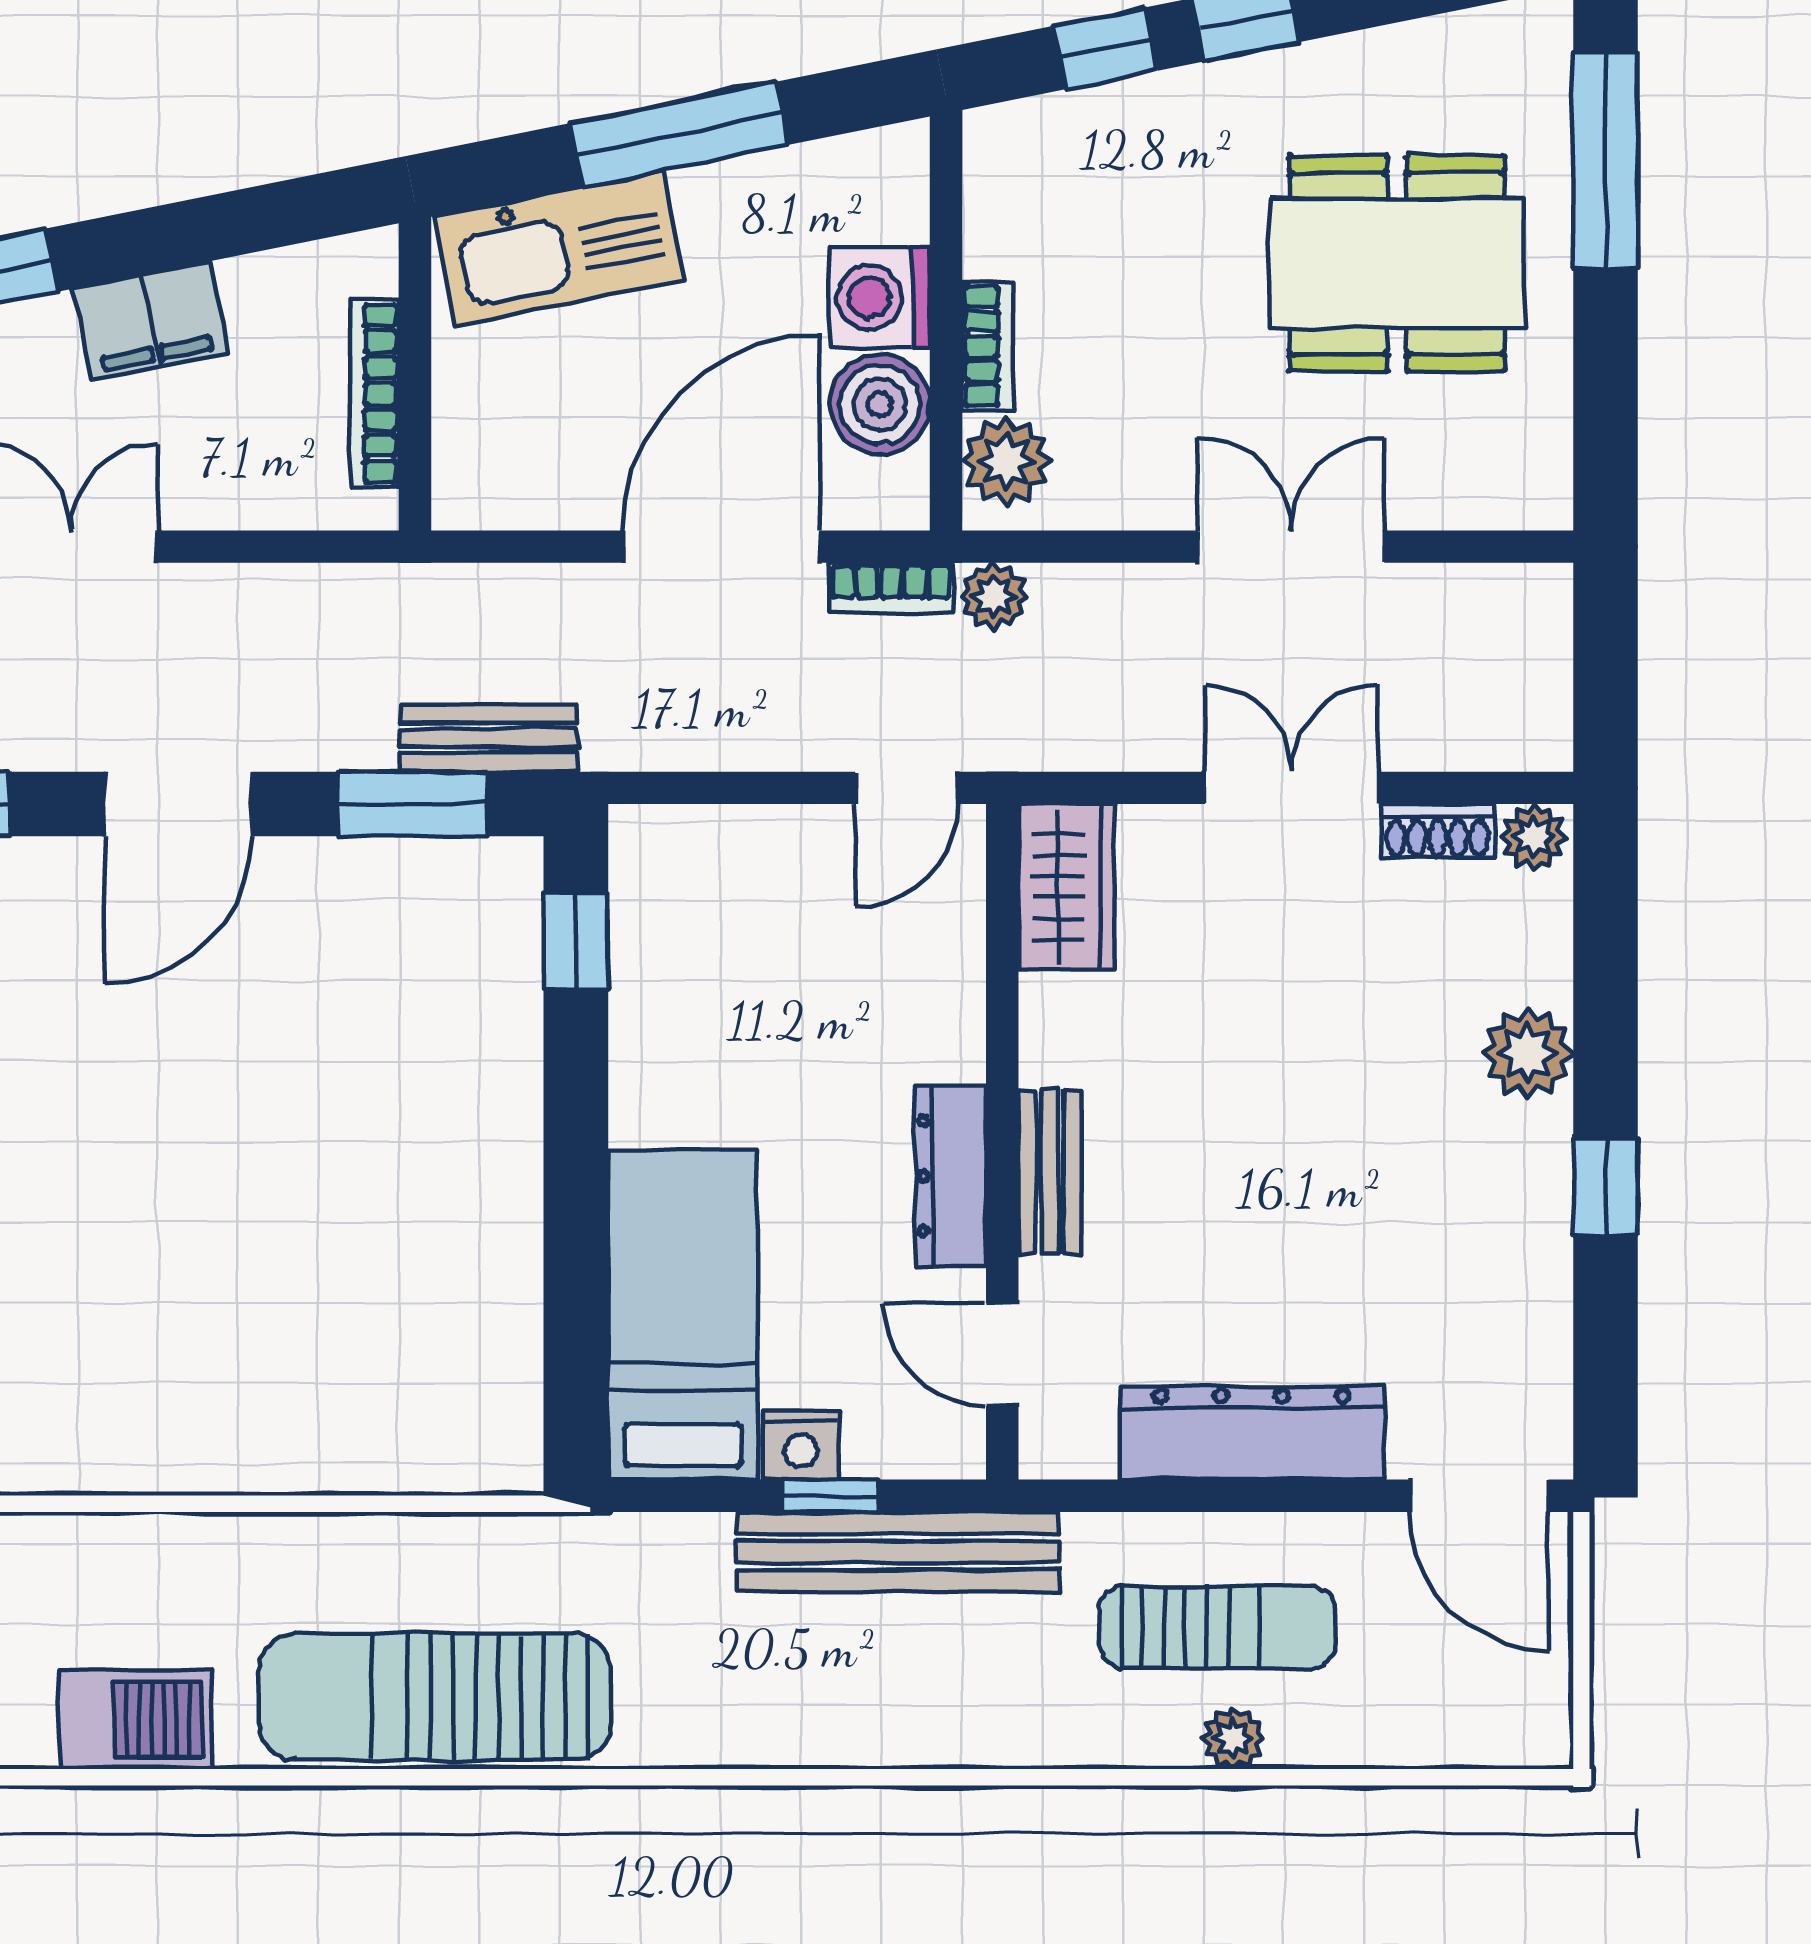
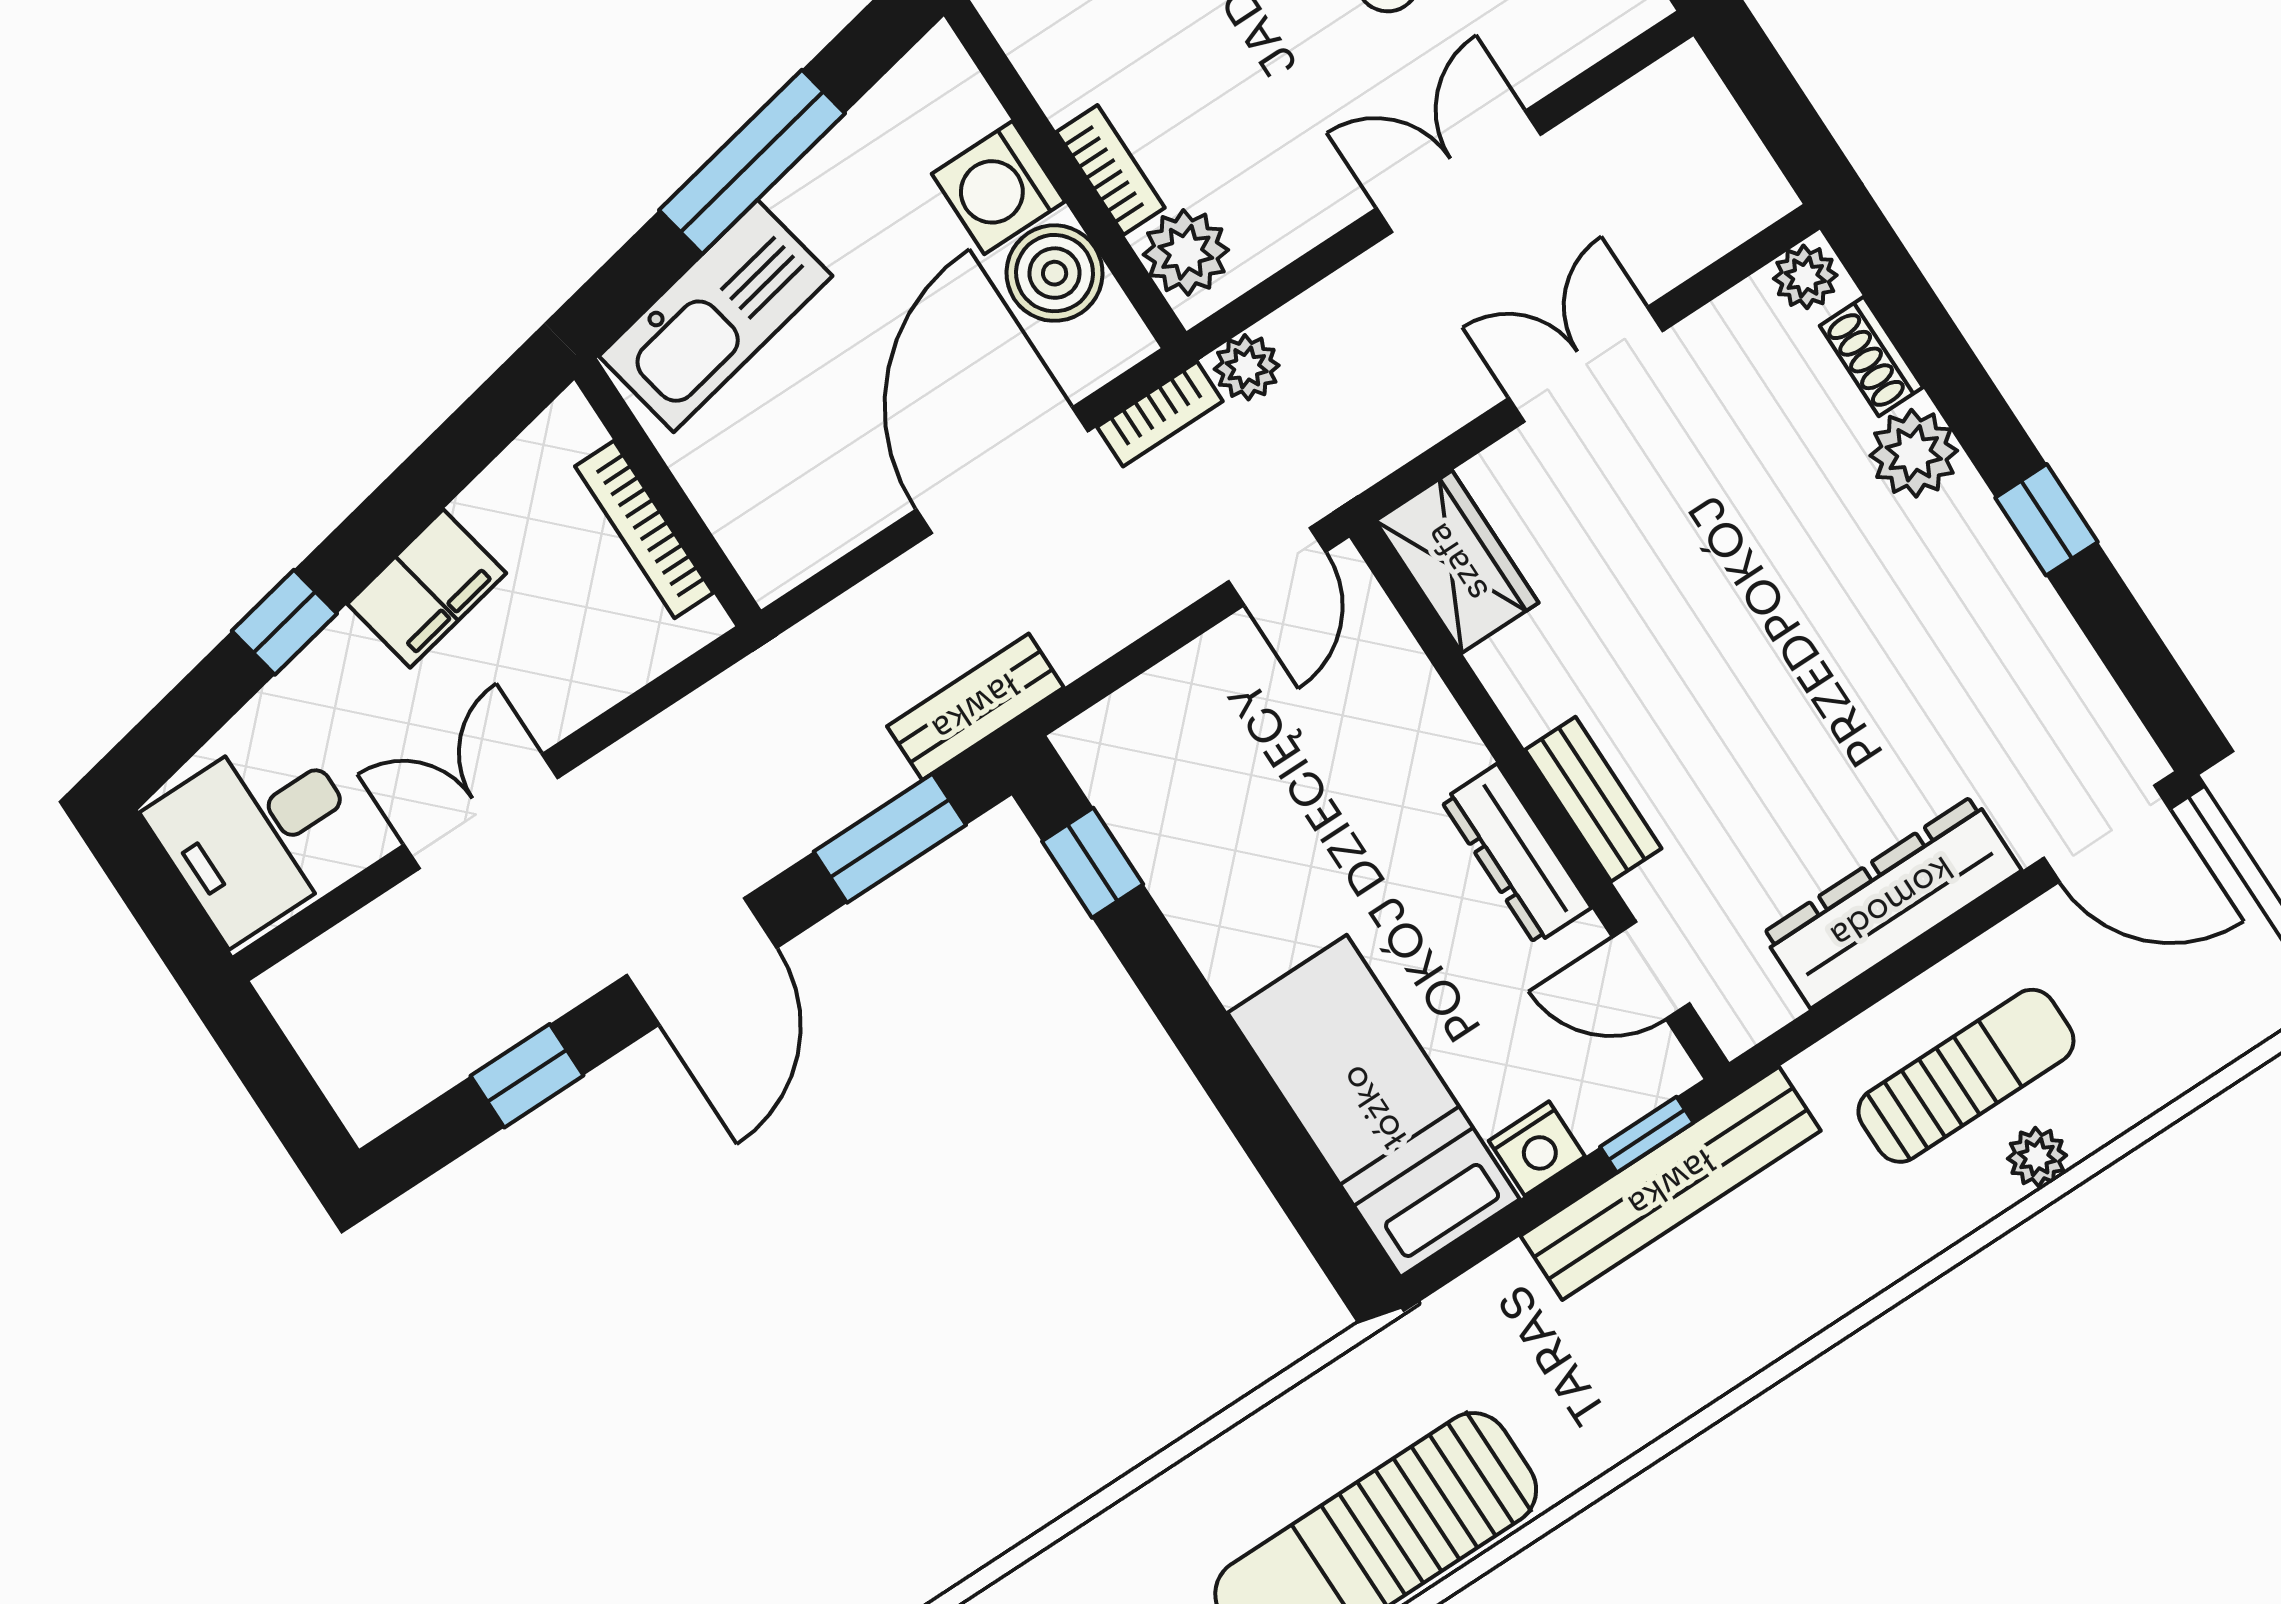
bench: (489, 738) -> (975, 707), moved
shoe rack: (1438, 831) -> (1871, 357), moved, turned 90
window: (830, 1496) -> (1647, 1135), moved

